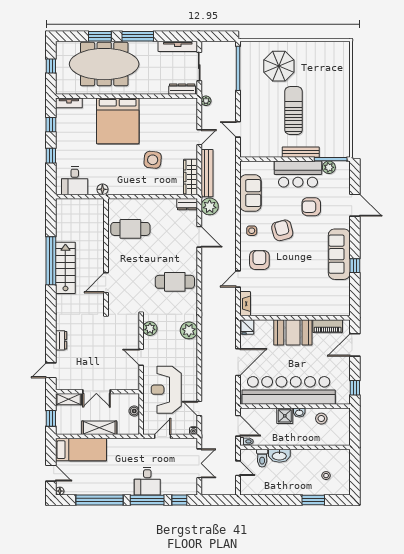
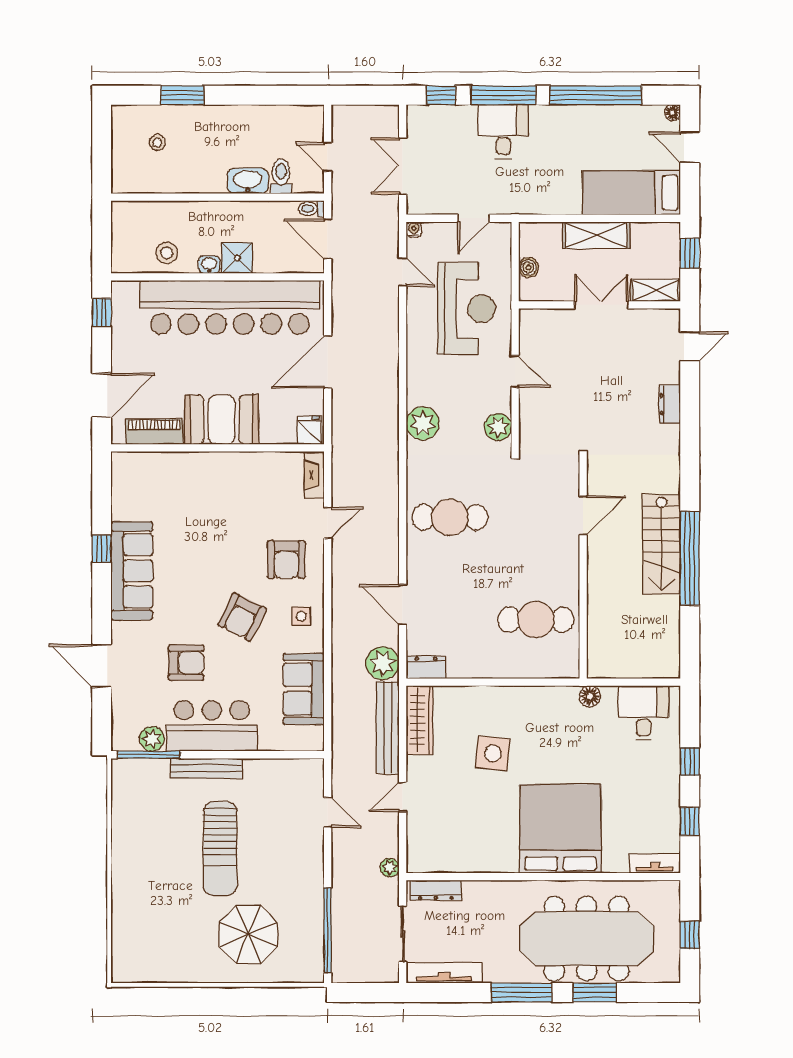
armchair: (282, 230) -> (242, 617), turned 42

